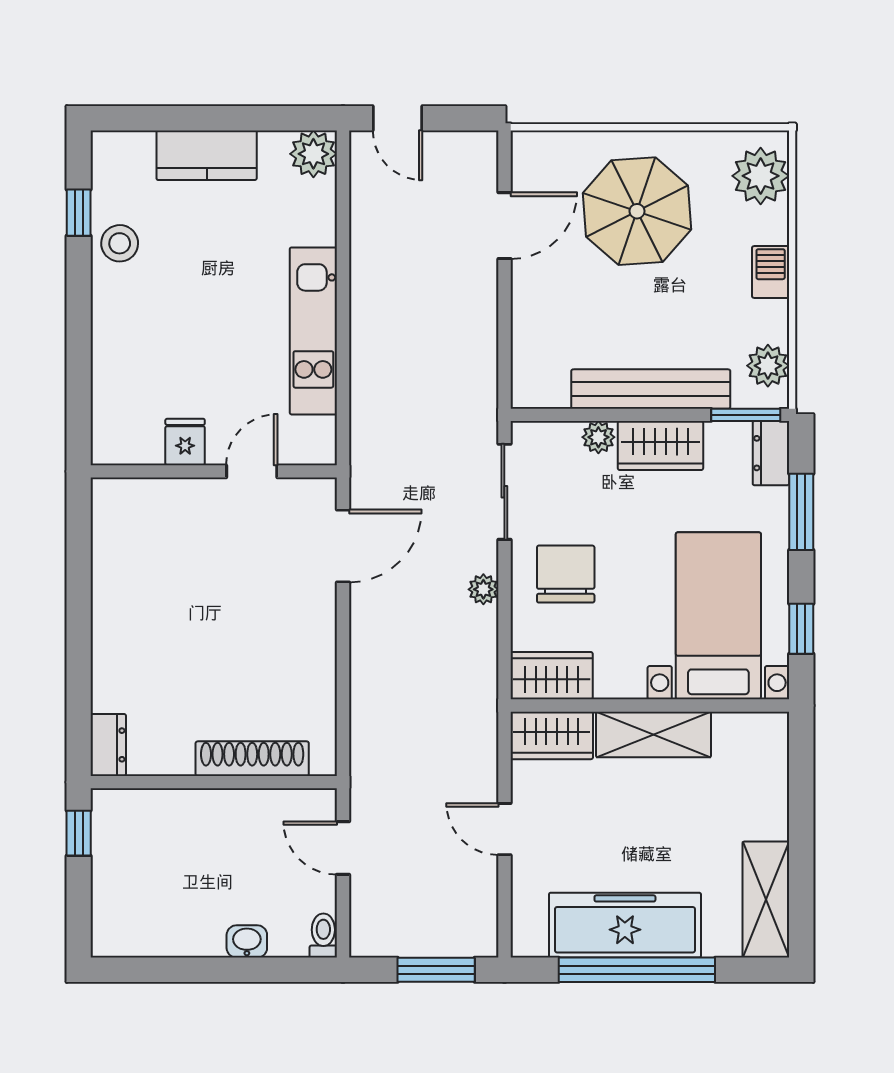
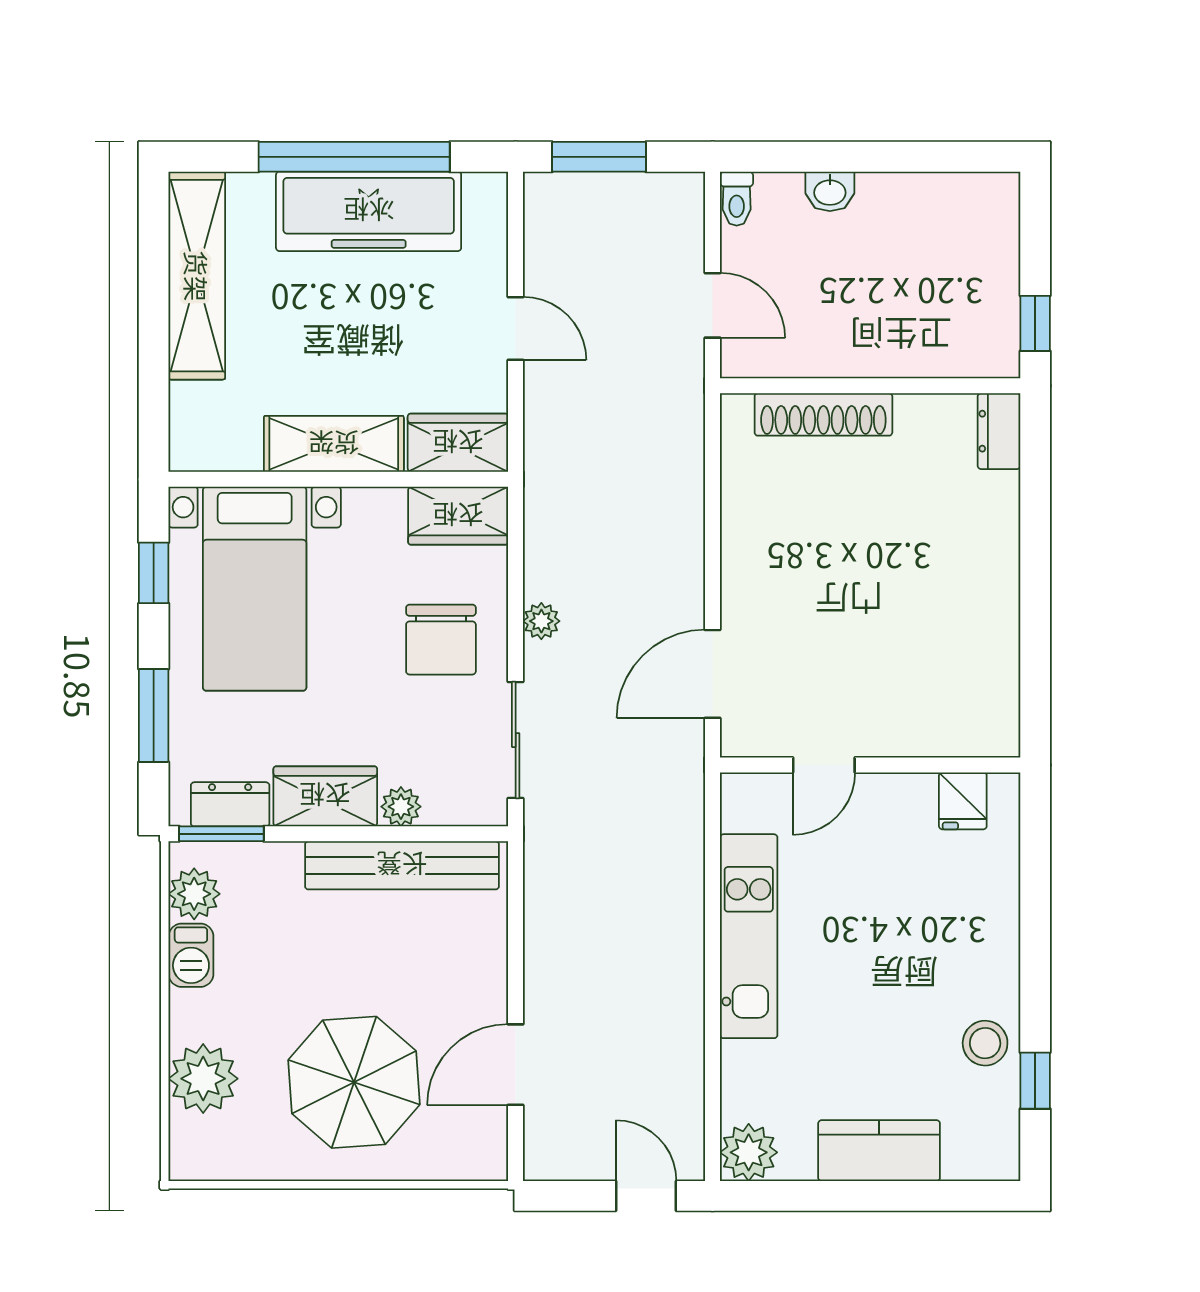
plant: (761, 176) -> (203, 1079), moved
barbecue: (771, 272) -> (191, 955), moved
bench: (651, 389) -> (402, 865), moved
fridge: (185, 442) -> (963, 801), moved
dresser: (771, 453) -> (230, 804), moved, turned -90
shelving: (766, 900) -> (197, 276), width x1.47

